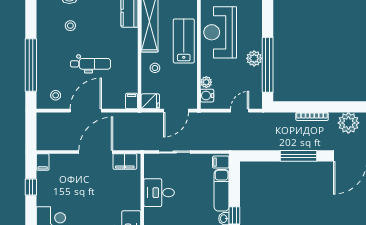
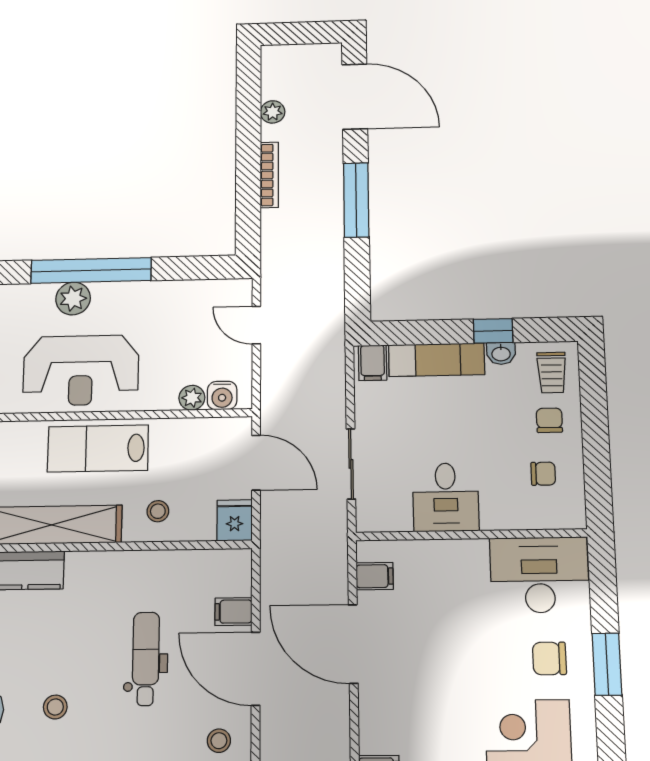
plant: (254, 58) -> (73, 299), moved
window: (268, 65) -> (91, 270), moved
filing cabinet: (132, 101) -> (233, 612), moved
plant: (348, 123) -> (273, 112), width x0.53, depth x0.53
filing cabinet: (125, 162) -> (375, 576), width x0.50

